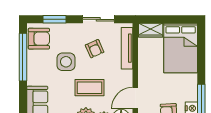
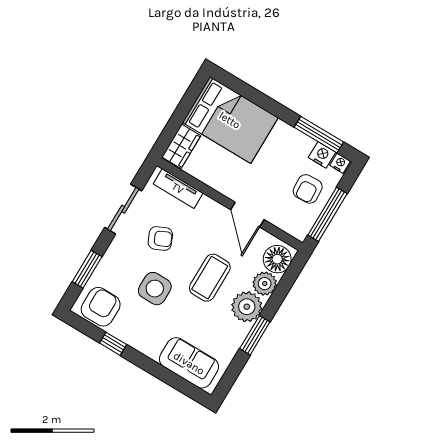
tv unit: (127, 48) -> (178, 188), width x0.71
window: (23, 57) -> (113, 344), width x0.32
door: (135, 98) -> (247, 215), moved

